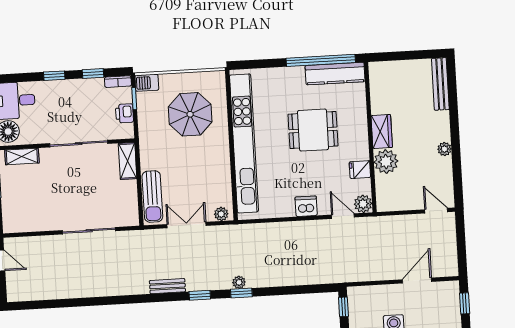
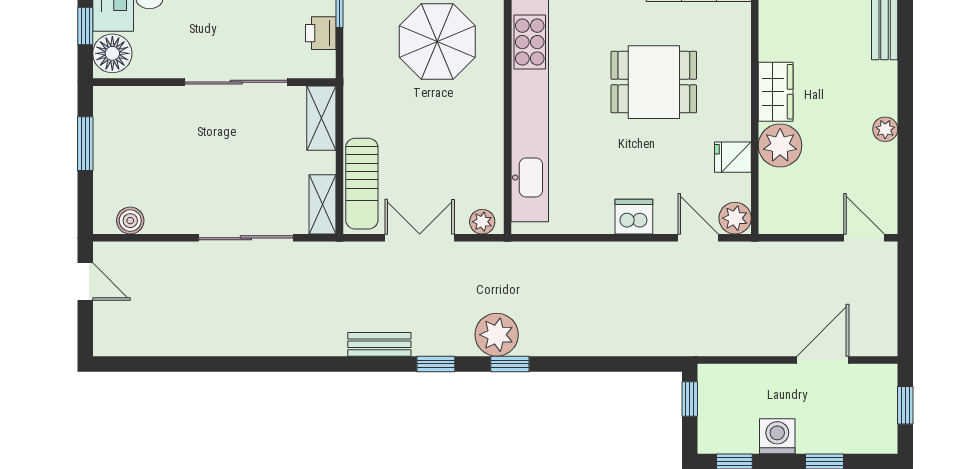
shelving: (22, 156) -> (322, 204), moved, turned 90
boiler: (24, 225) -> (130, 221), added
plant: (239, 282) -> (497, 335), width x1.87, depth x1.87

